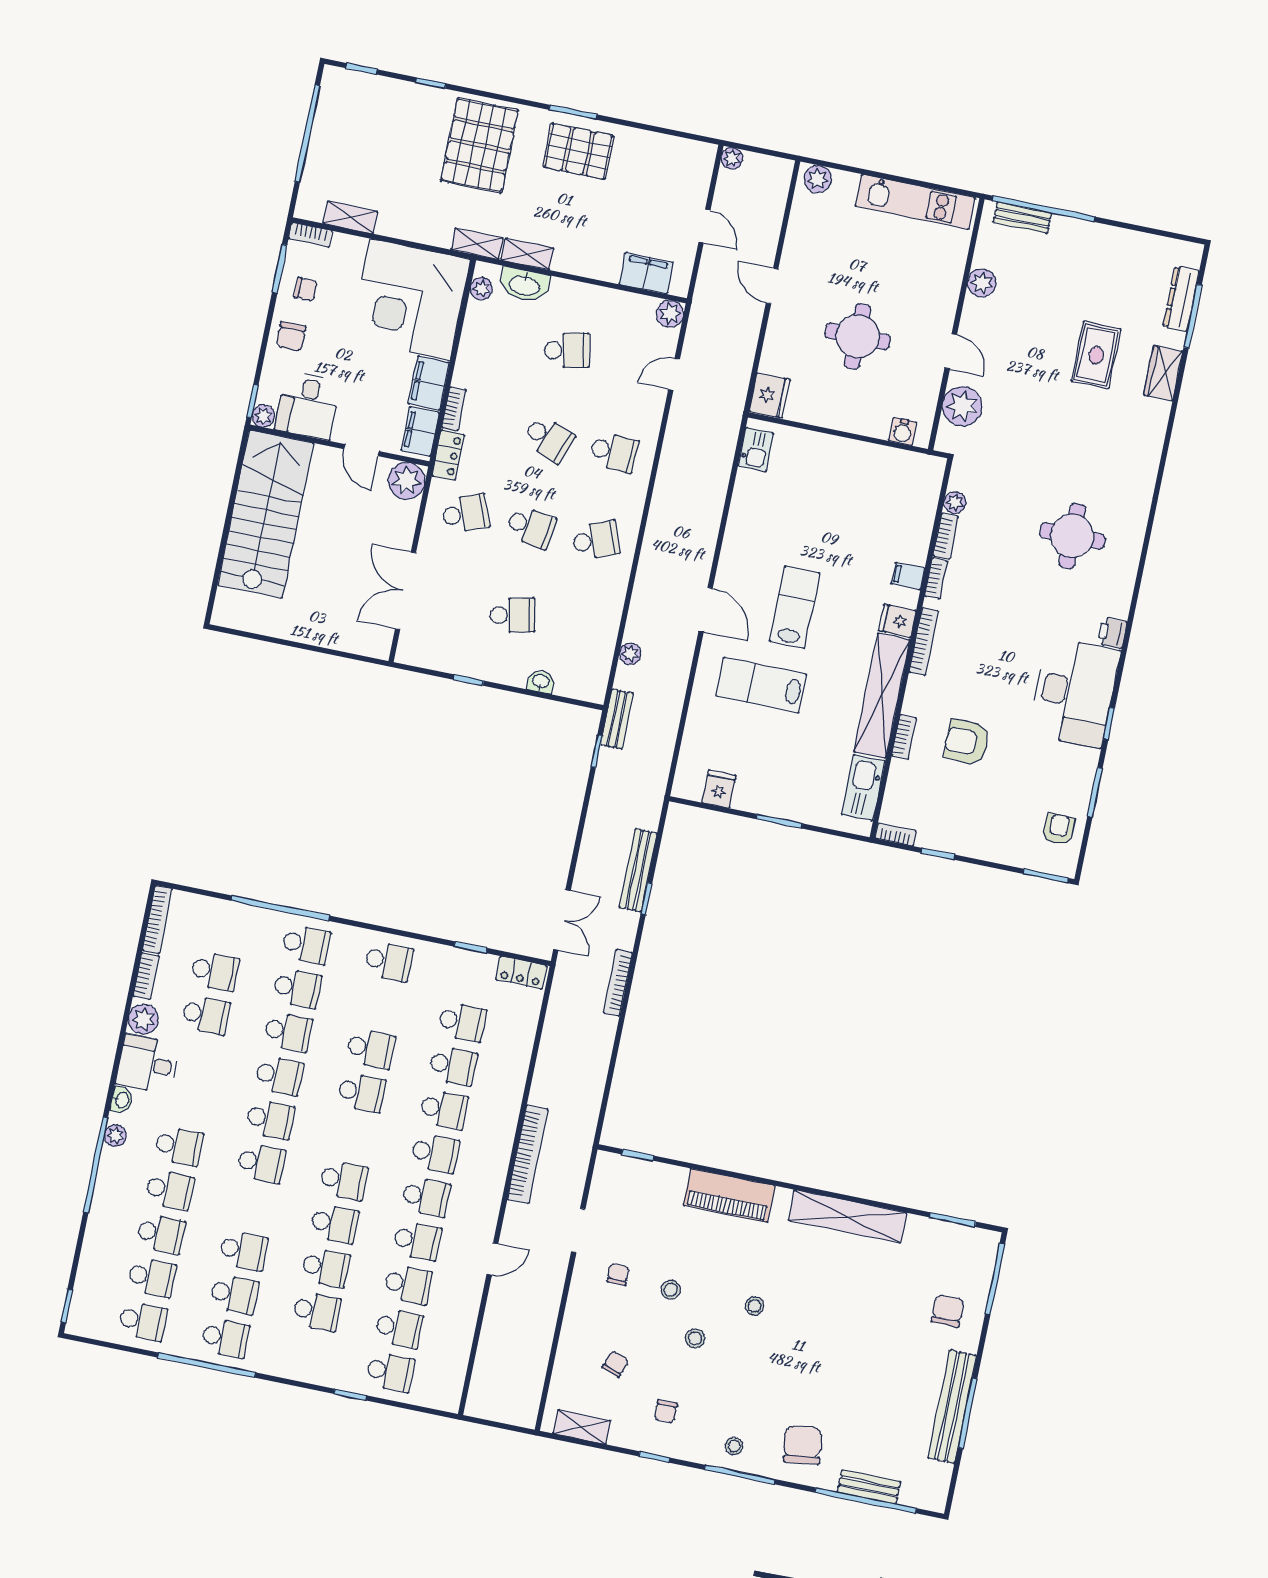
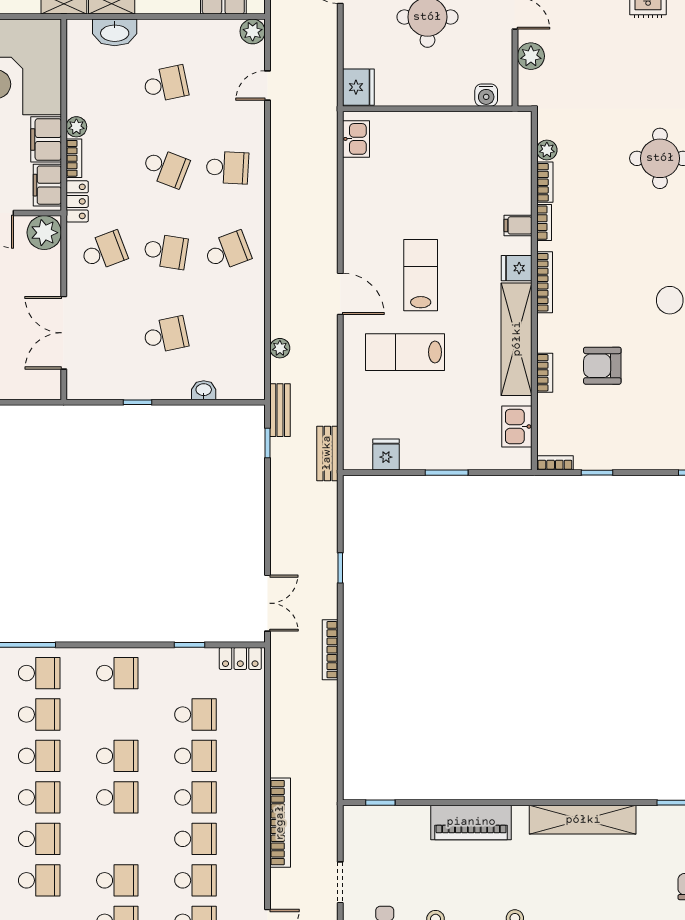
plant: (481, 289) -> (76, 127), moved
plant: (962, 406) -> (531, 56), width x0.73, depth x0.73
kitchen sink: (863, 788) -> (517, 426), width x0.73
bench: (638, 870) -> (327, 453), moved, width x0.73

